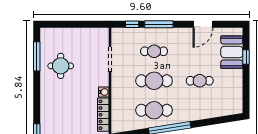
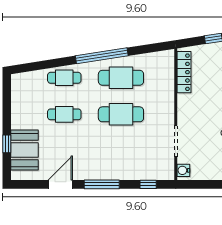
window: (159, 24) -> (102, 184), moved
cafe table: (154, 51) -> (64, 78), moved
water cooler: (104, 92) -> (183, 170), moved

